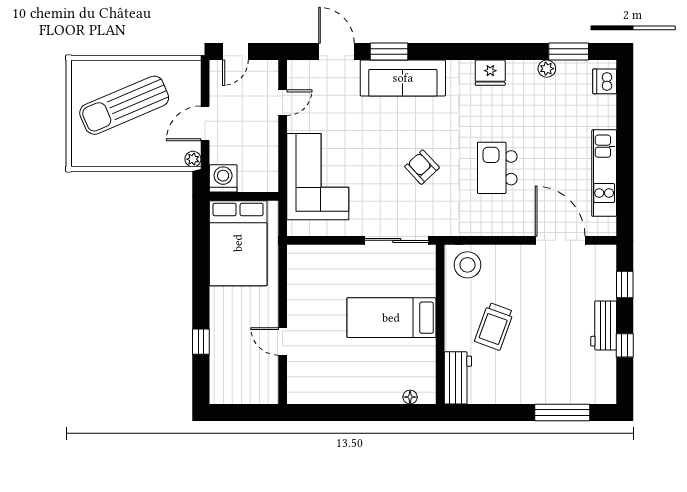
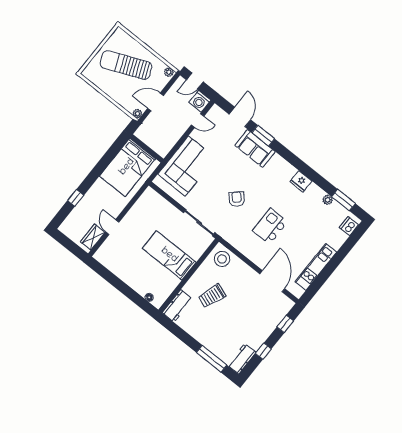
plant: (191, 68) -> (169, 72), added
sofa: (403, 78) -> (255, 148), width x0.73
washing machine: (223, 178) -> (200, 101), moved, turned 180
workbench: (604, 325) -> (242, 359), moved
wardrobe: (267, 377) -> (93, 237), added

